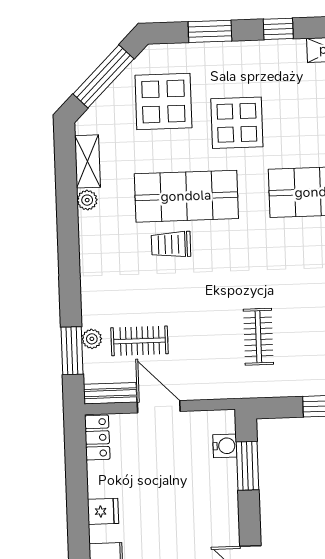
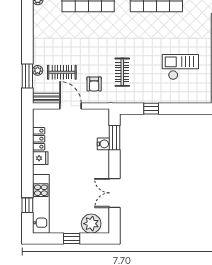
trolley: (171, 244) -> (80, 24), removed
armchair: (204, 362) -> (94, 84), added
locker: (97, 438) -> (39, 139), moved
water cooler: (225, 446) -> (103, 144), moved

